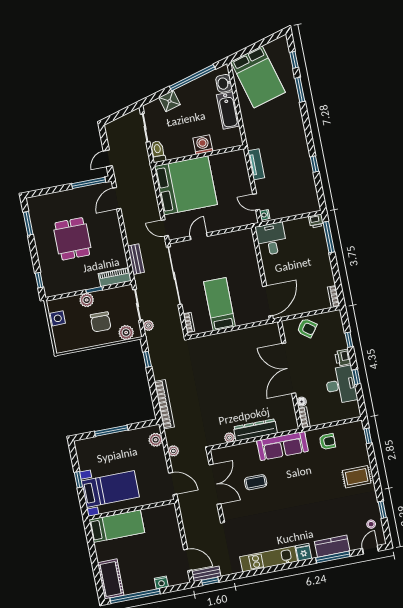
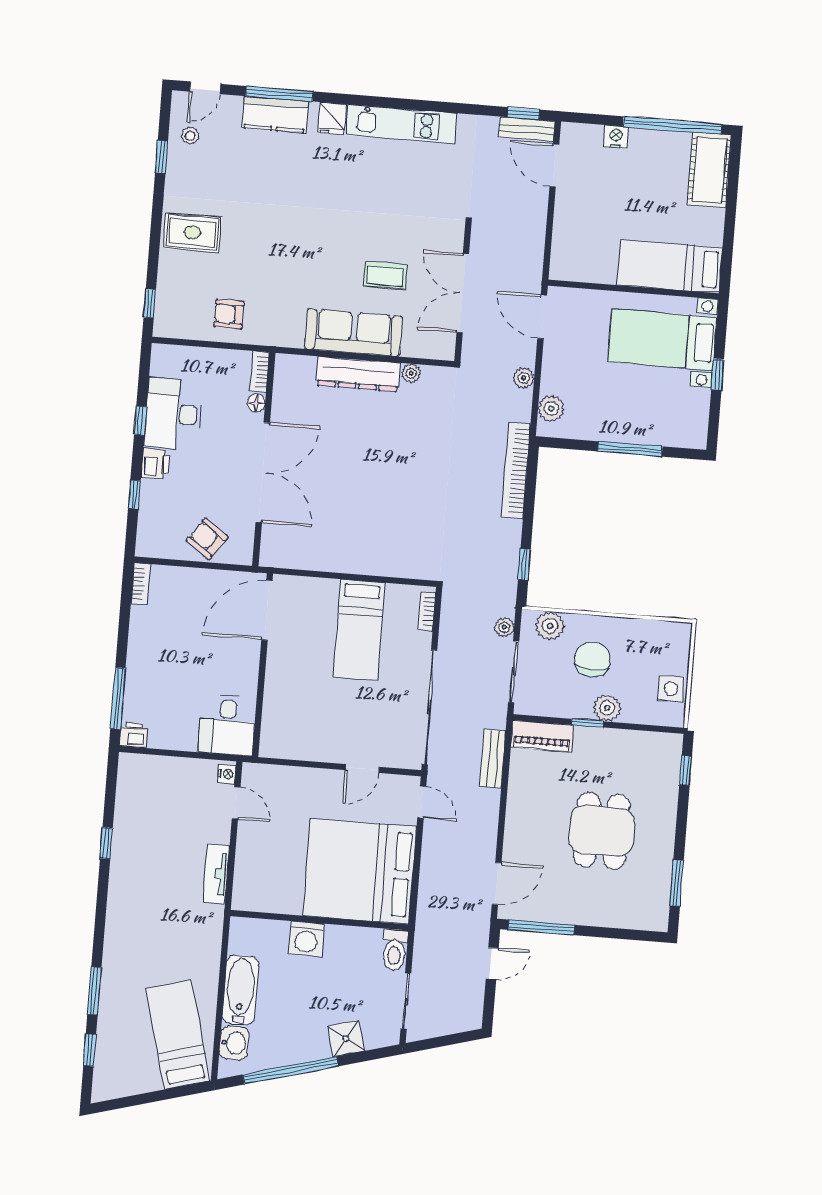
bed: (258, 77) -> (178, 1035), width x0.67
sofa: (282, 446) -> (354, 333), moved

